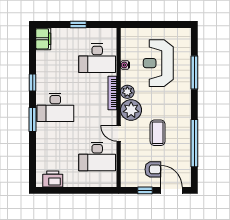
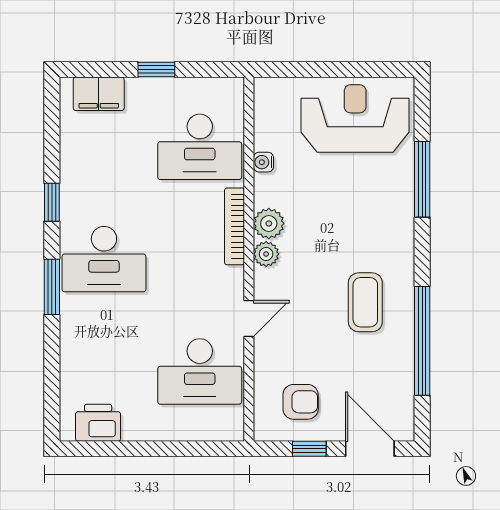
filing cabinet: (43, 39) -> (99, 94), moved, turned 90
reception desk: (158, 63) -> (355, 118), moved, turned 90
plant: (131, 110) -> (266, 254), width x0.53, depth x0.53
door: (119, 133) -> (249, 318), swing flipped
coffee table: (158, 133) -> (365, 302), moved
armchair: (153, 169) -> (301, 402), moved

